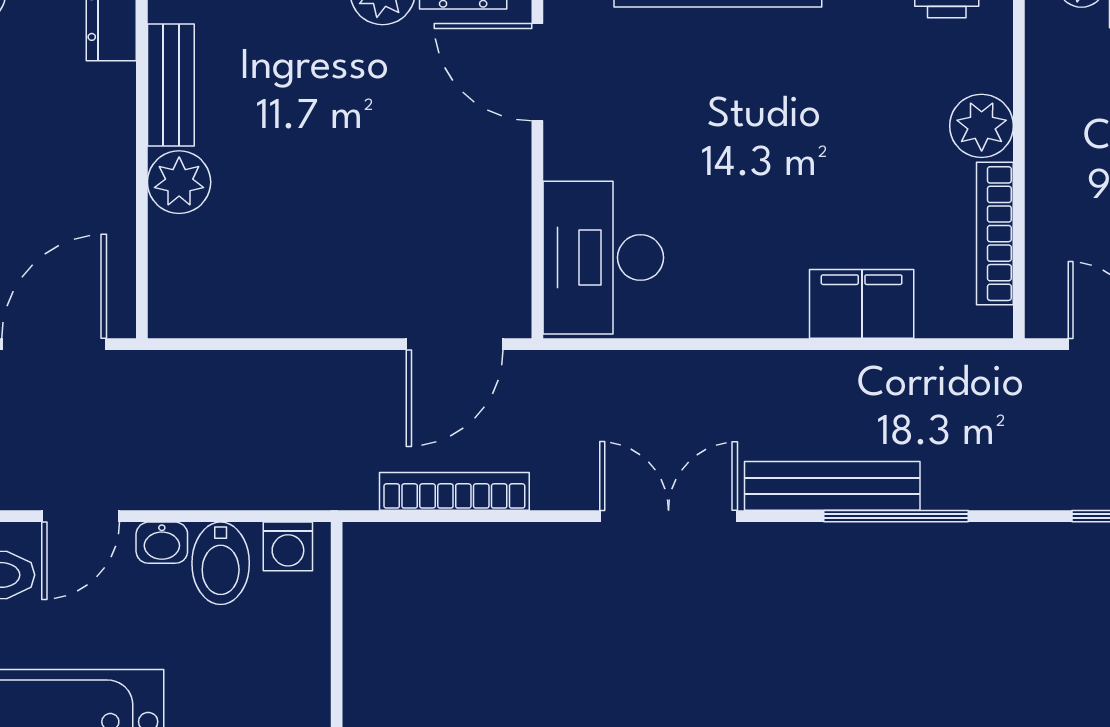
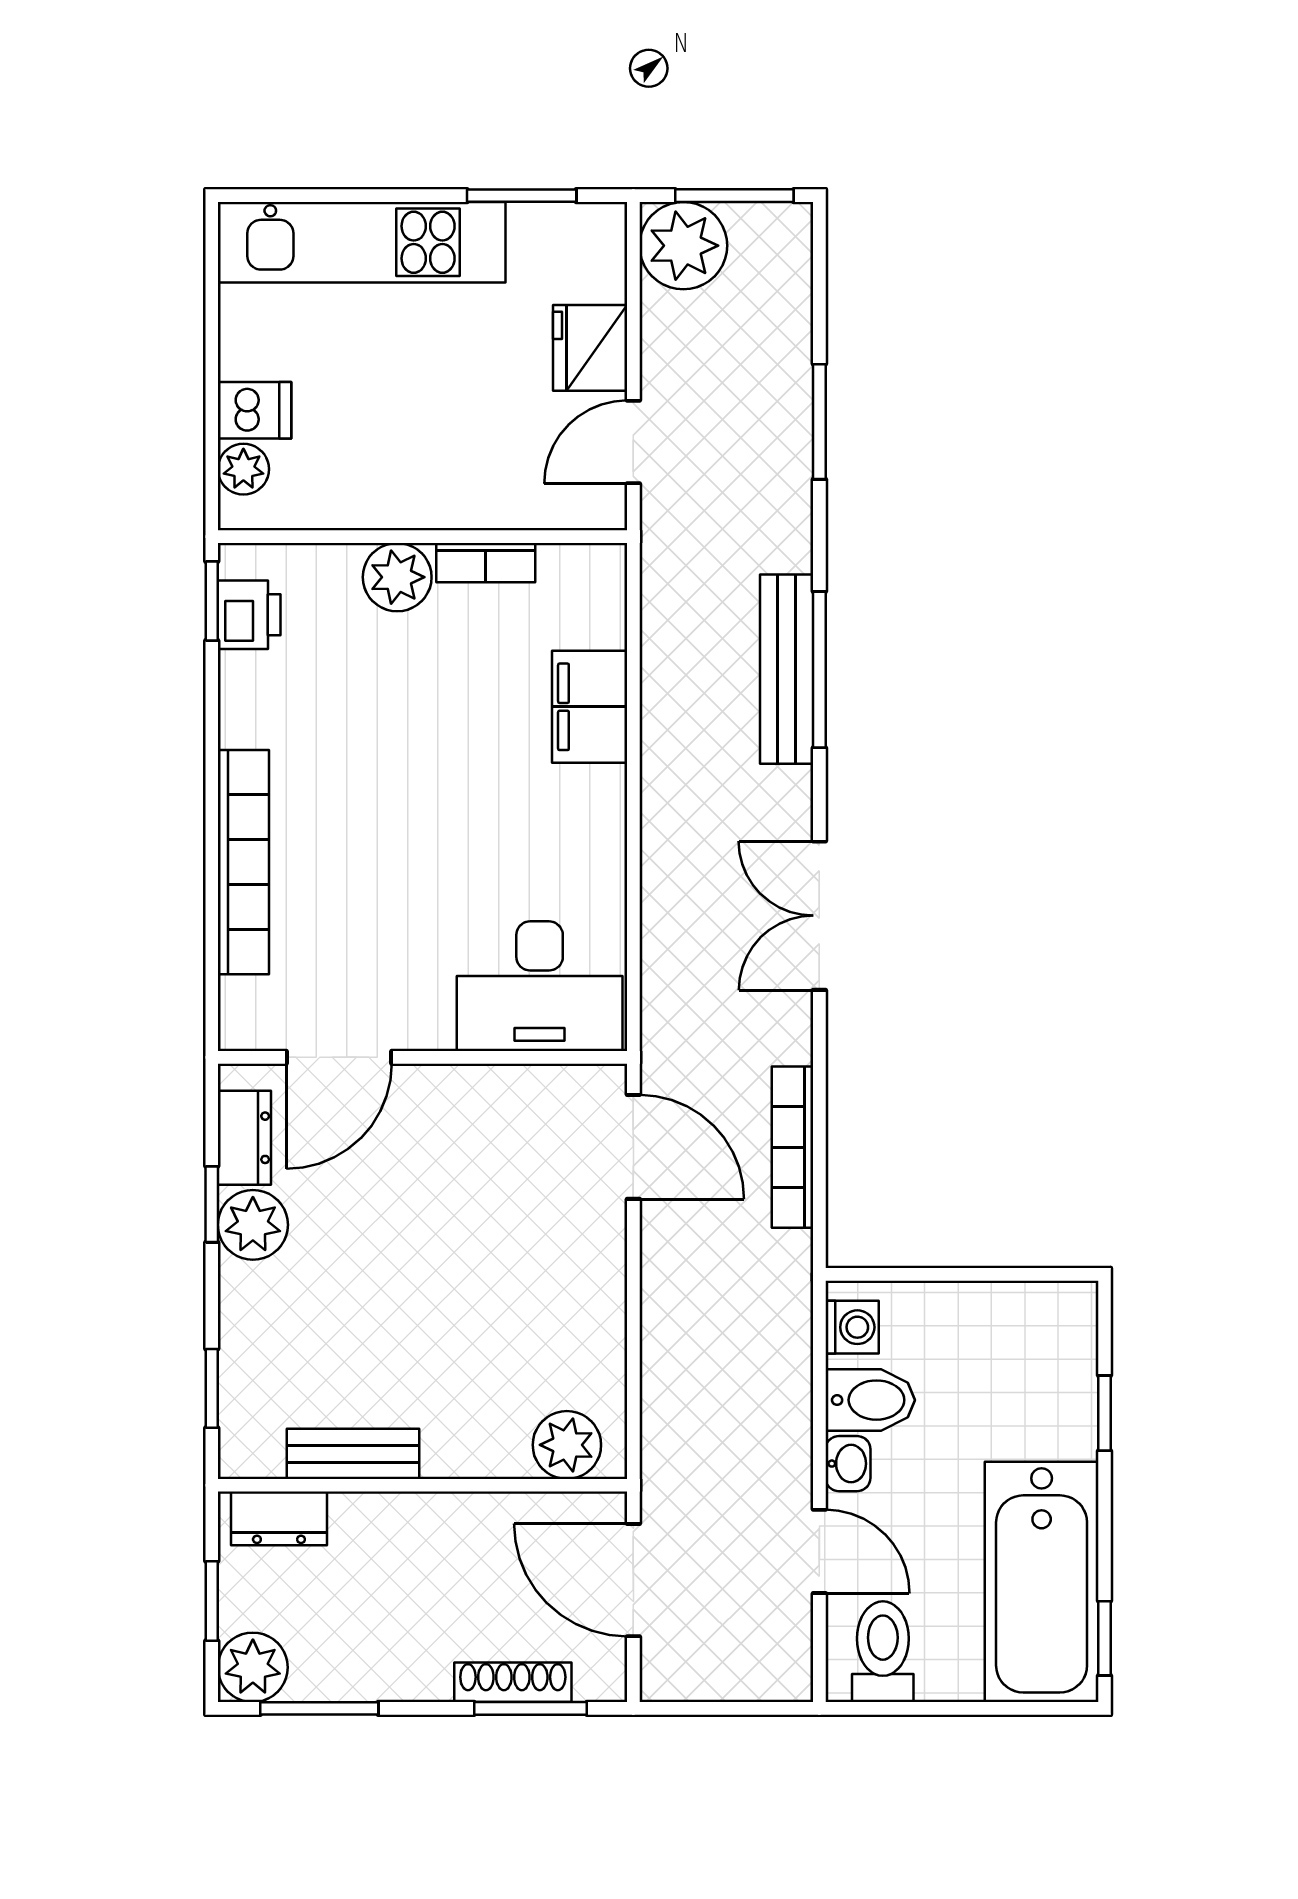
plant: (179, 182) -> (567, 1445), moved
bookcase: (995, 234) -> (486, 563), width x0.64
bench: (832, 486) -> (787, 669), moved

